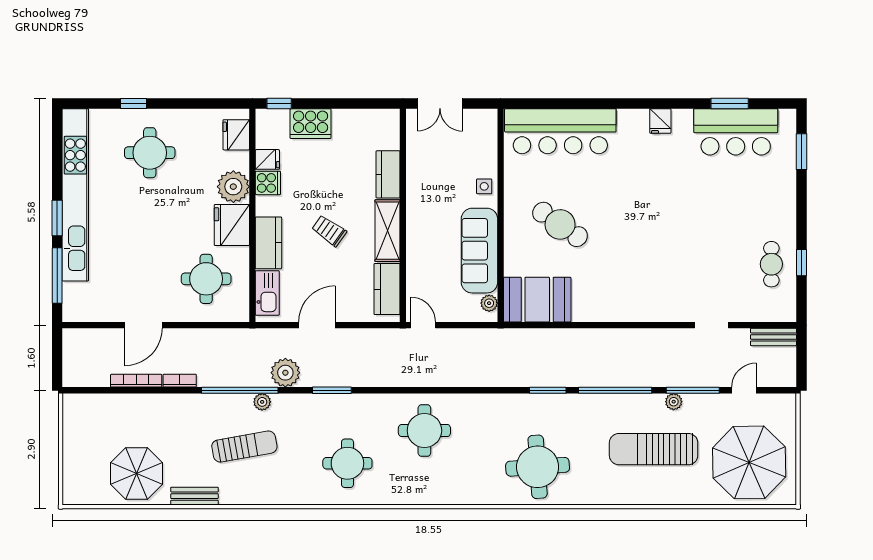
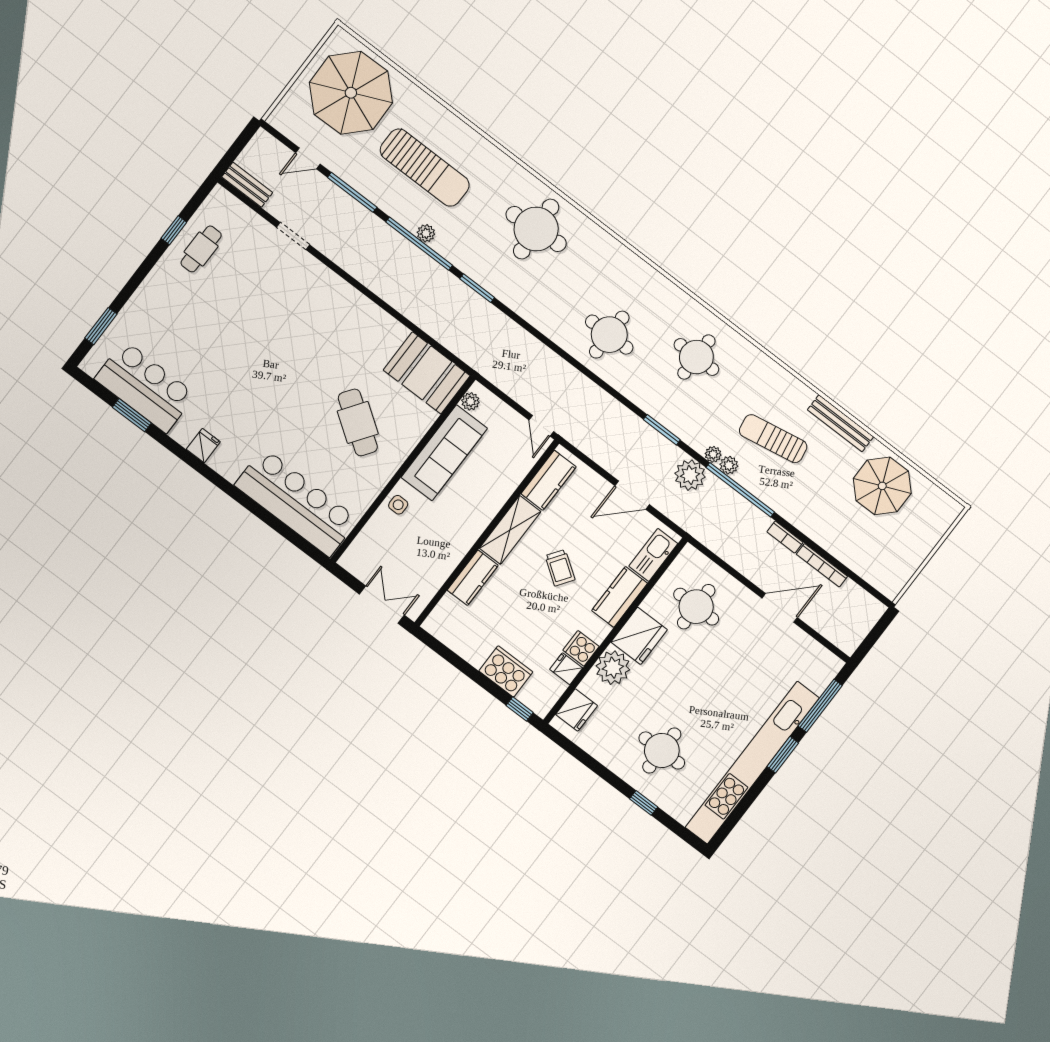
plant: (280, 401) -> (713, 454), added
plant: (674, 402) -> (426, 233), moved
bench: (194, 496) -> (841, 423), width x1.36

